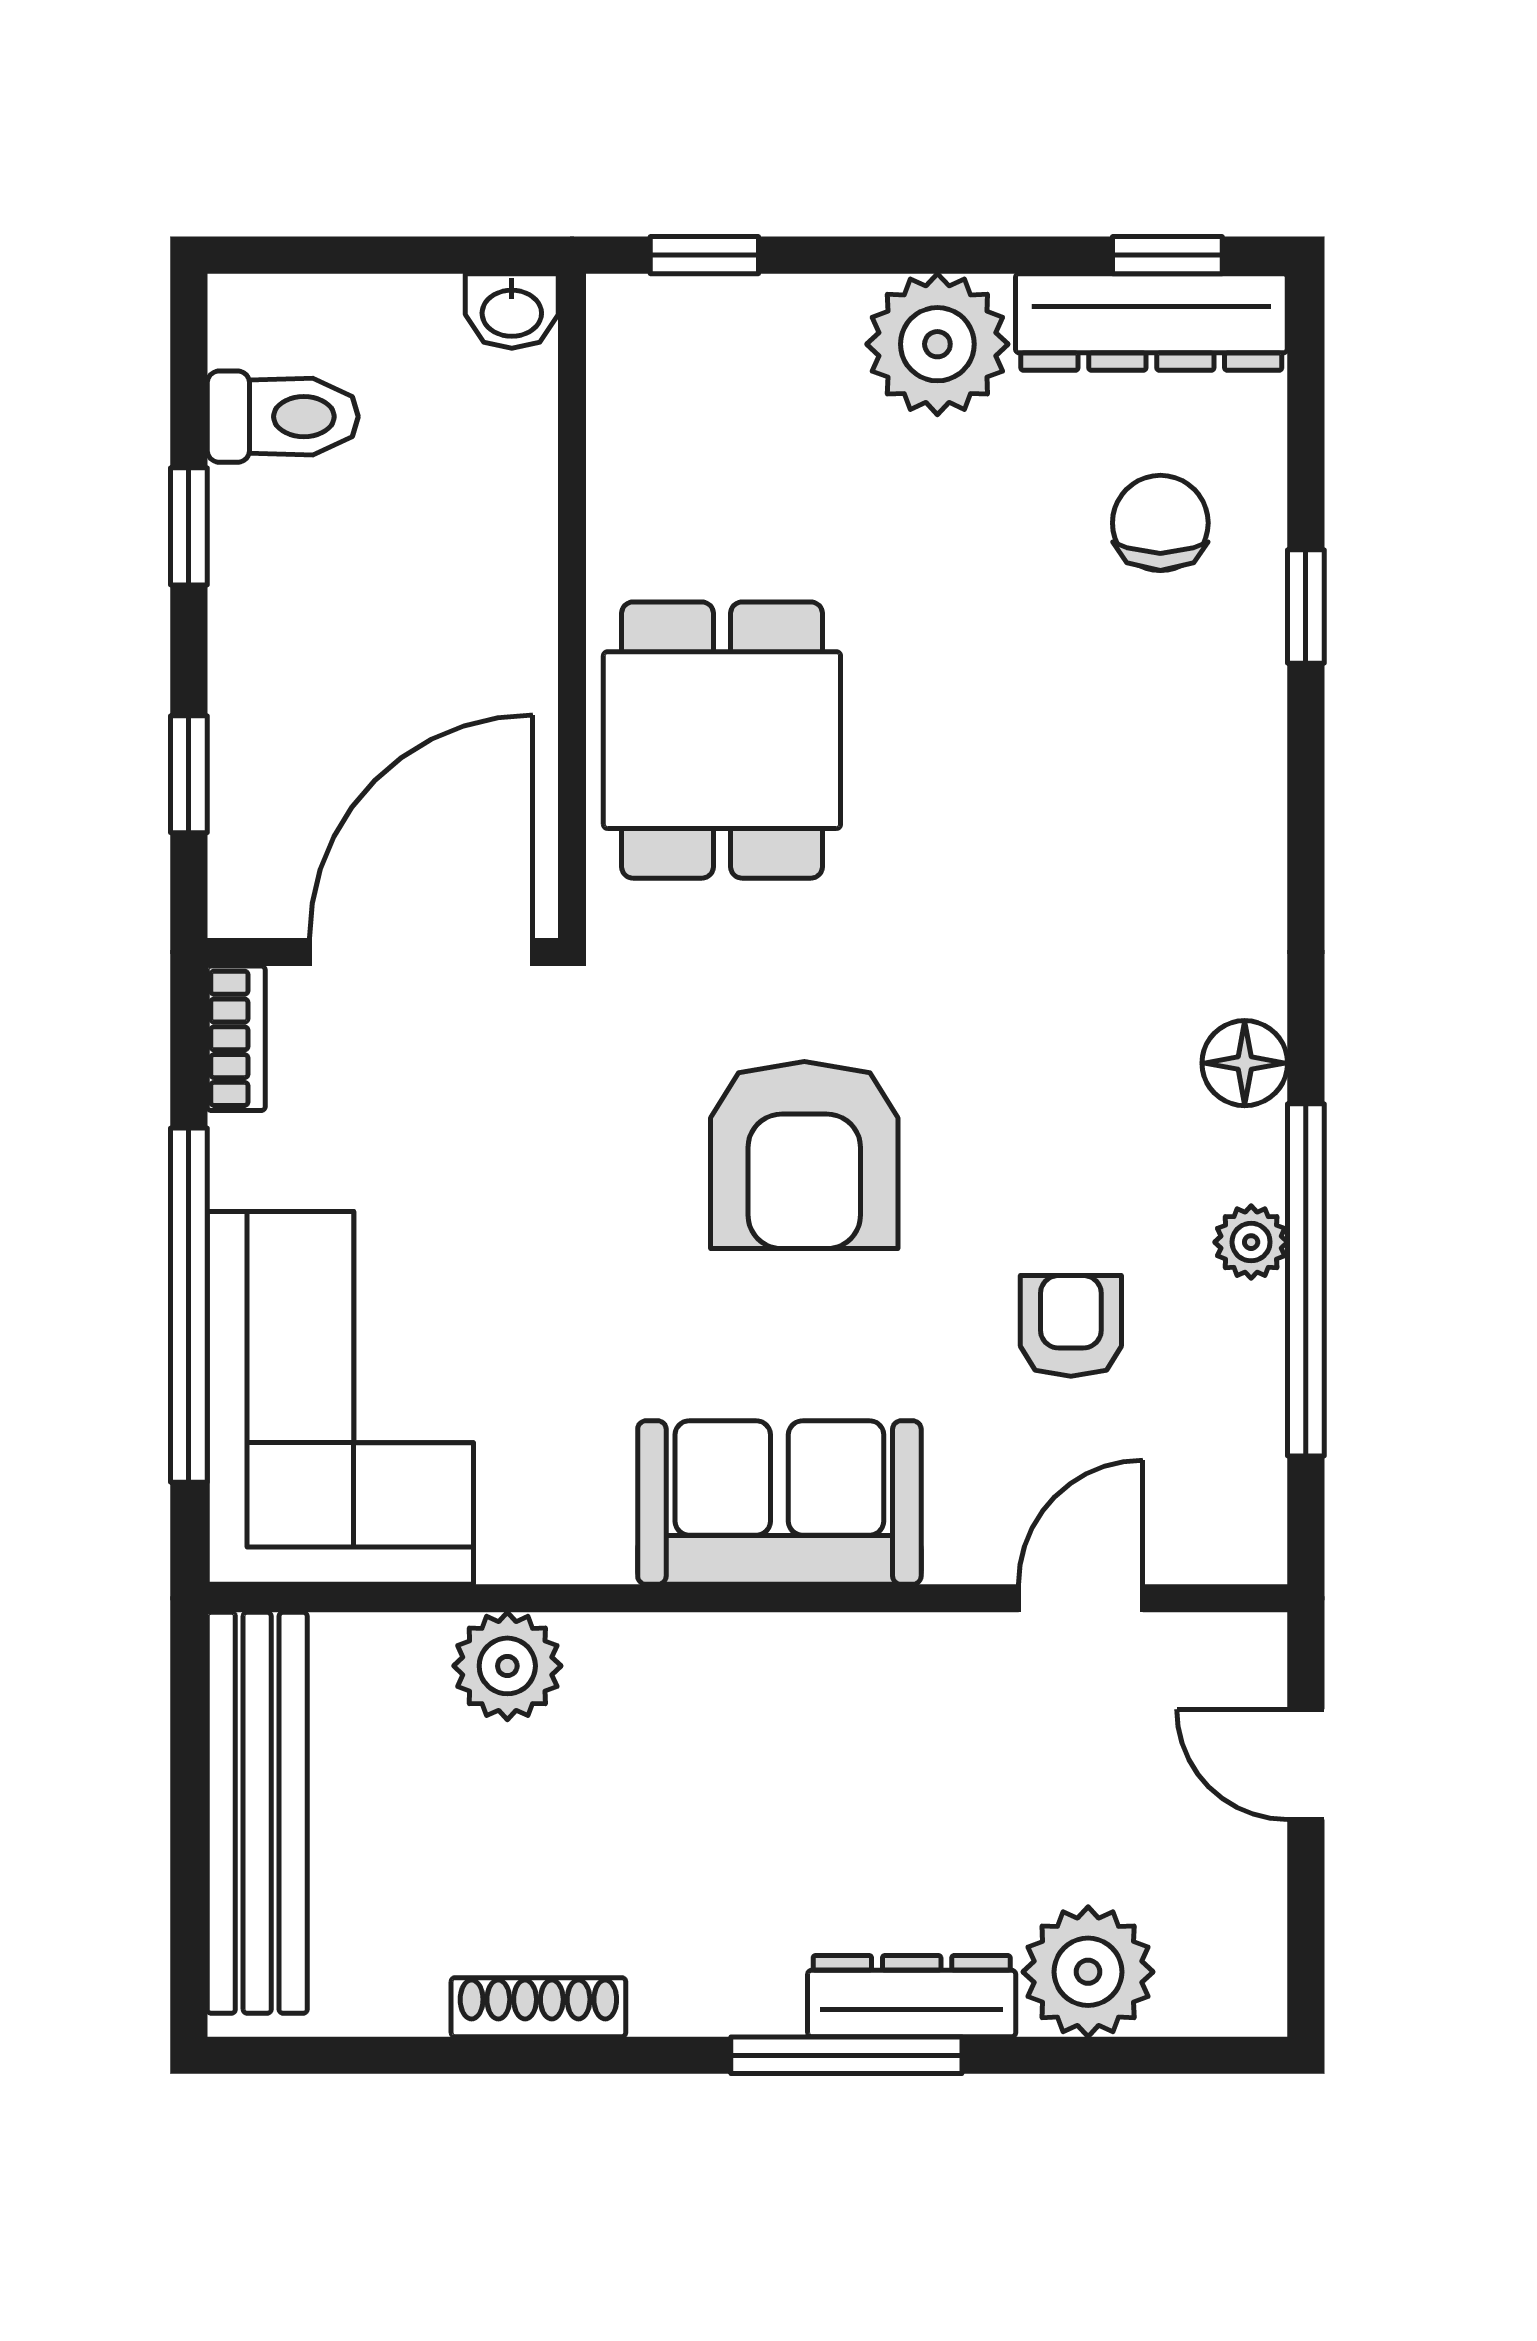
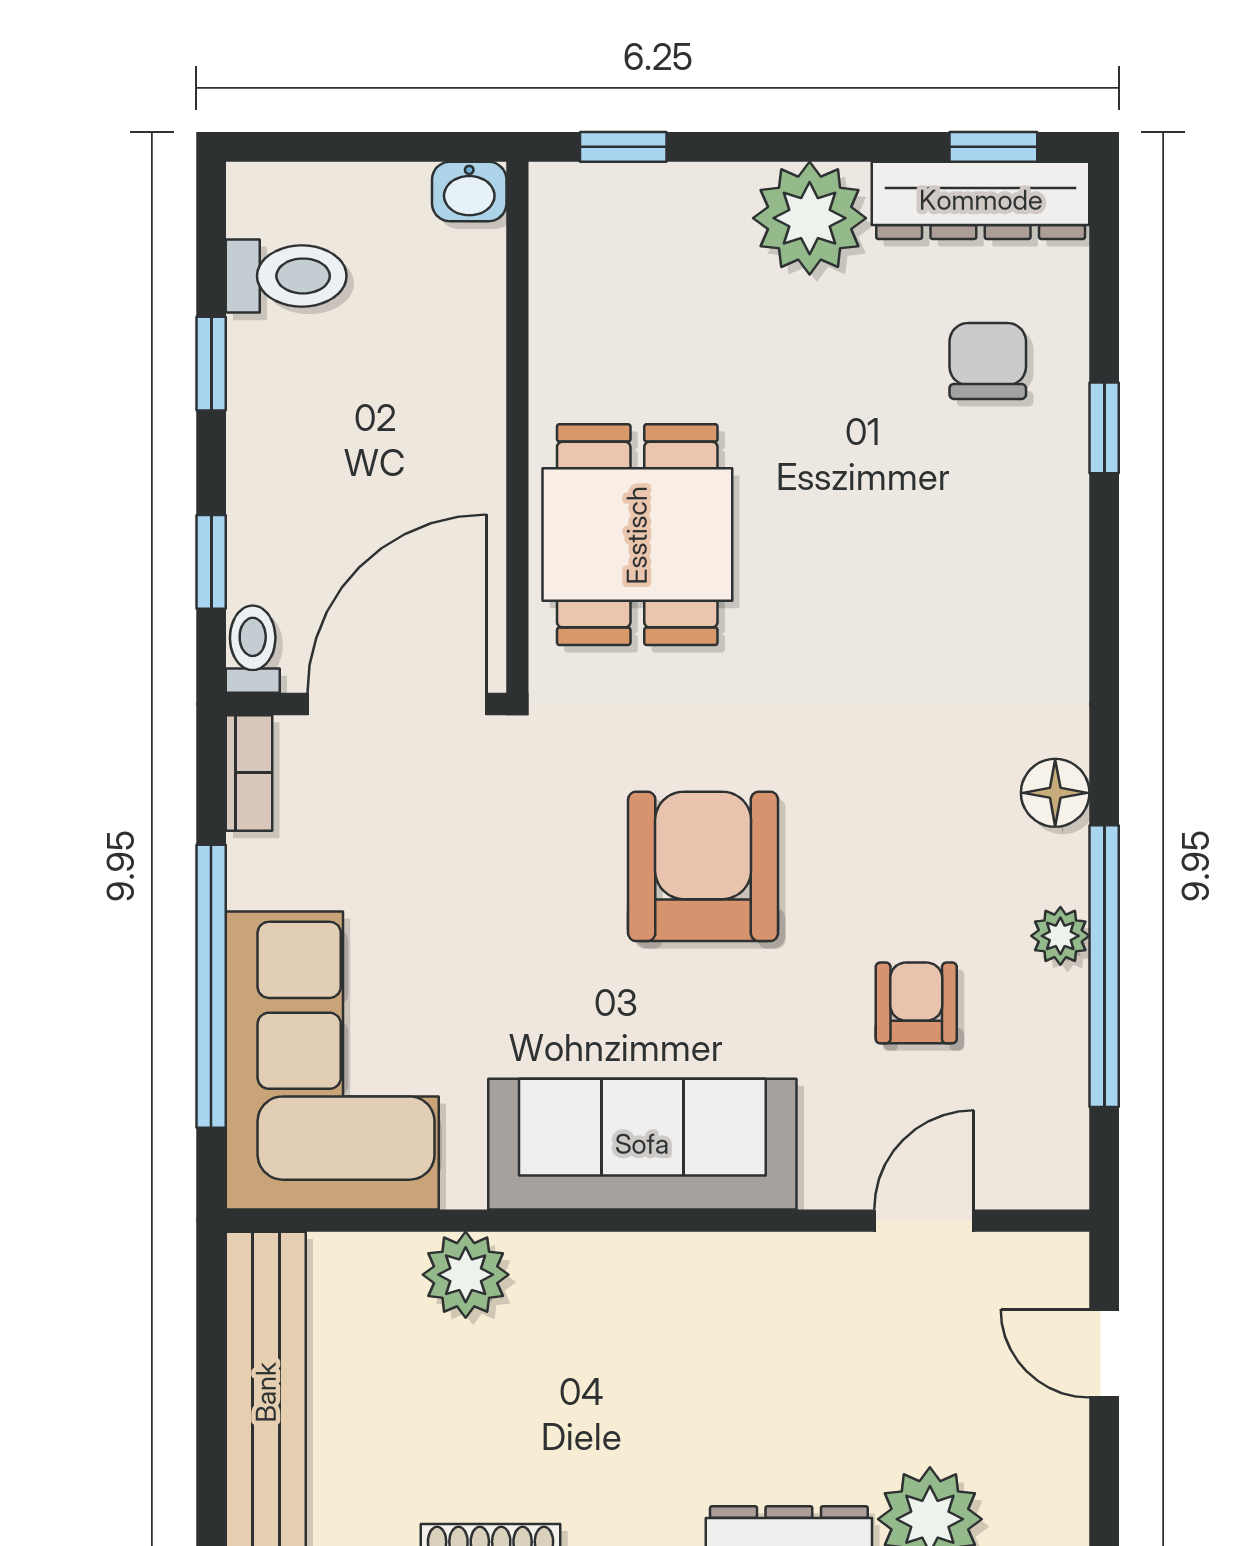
toilet: (241, 883) -> (253, 649), added
armchair: (804, 1155) -> (703, 866), turned 180
sofa: (779, 1503) -> (642, 1144), width x1.36

